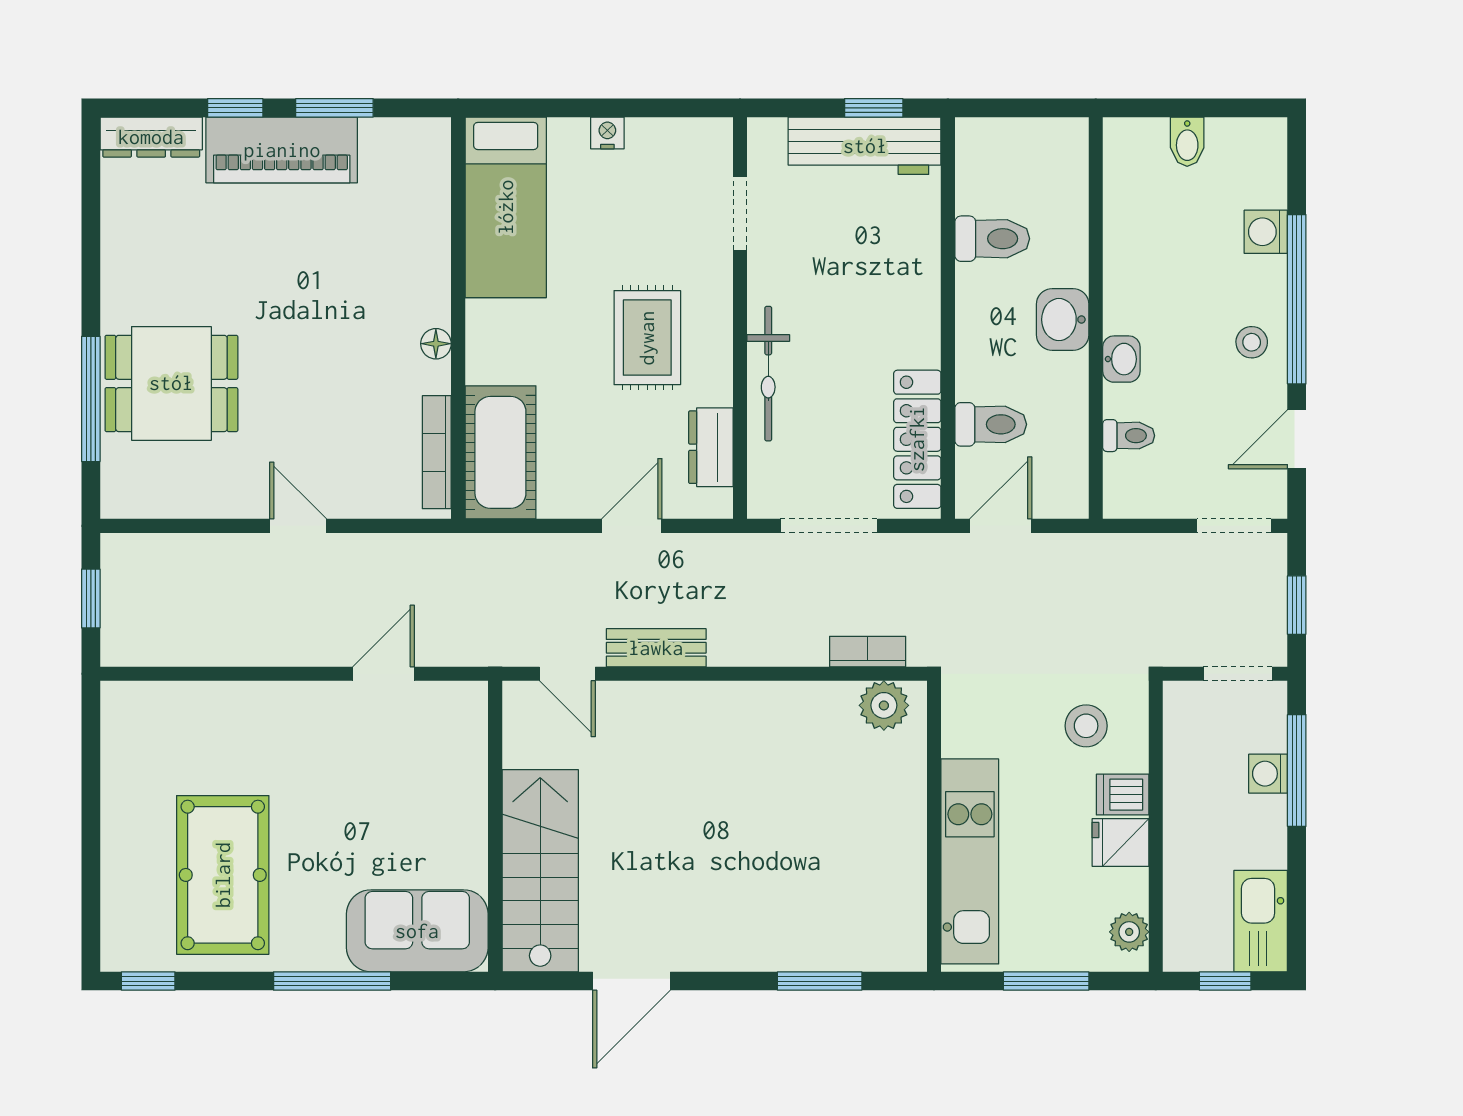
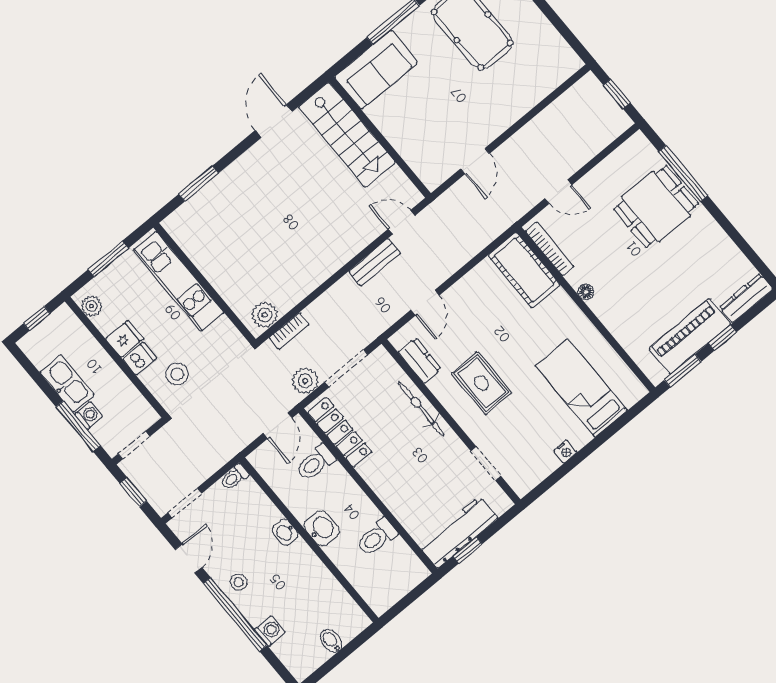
wall: (458, 318) -> (586, 310), moved
floor lamp: (436, 344) -> (586, 292), moved
toilet: (1129, 436) -> (234, 477), moved
bookcase: (437, 452) -> (550, 249), moved
cot: (500, 452) -> (524, 270), moved
plant: (905, 558) -> (305, 381), added
kitchen sink: (1261, 921) -> (67, 384), moved

